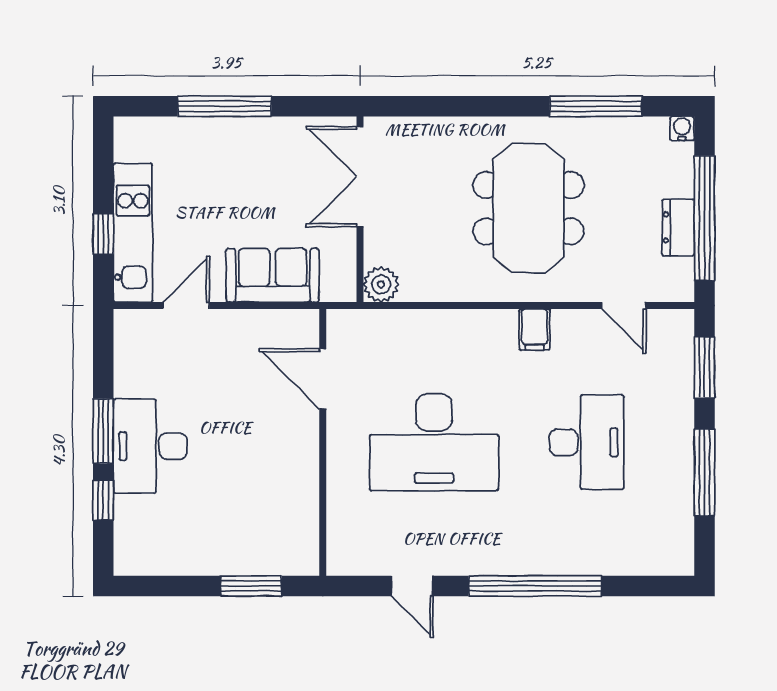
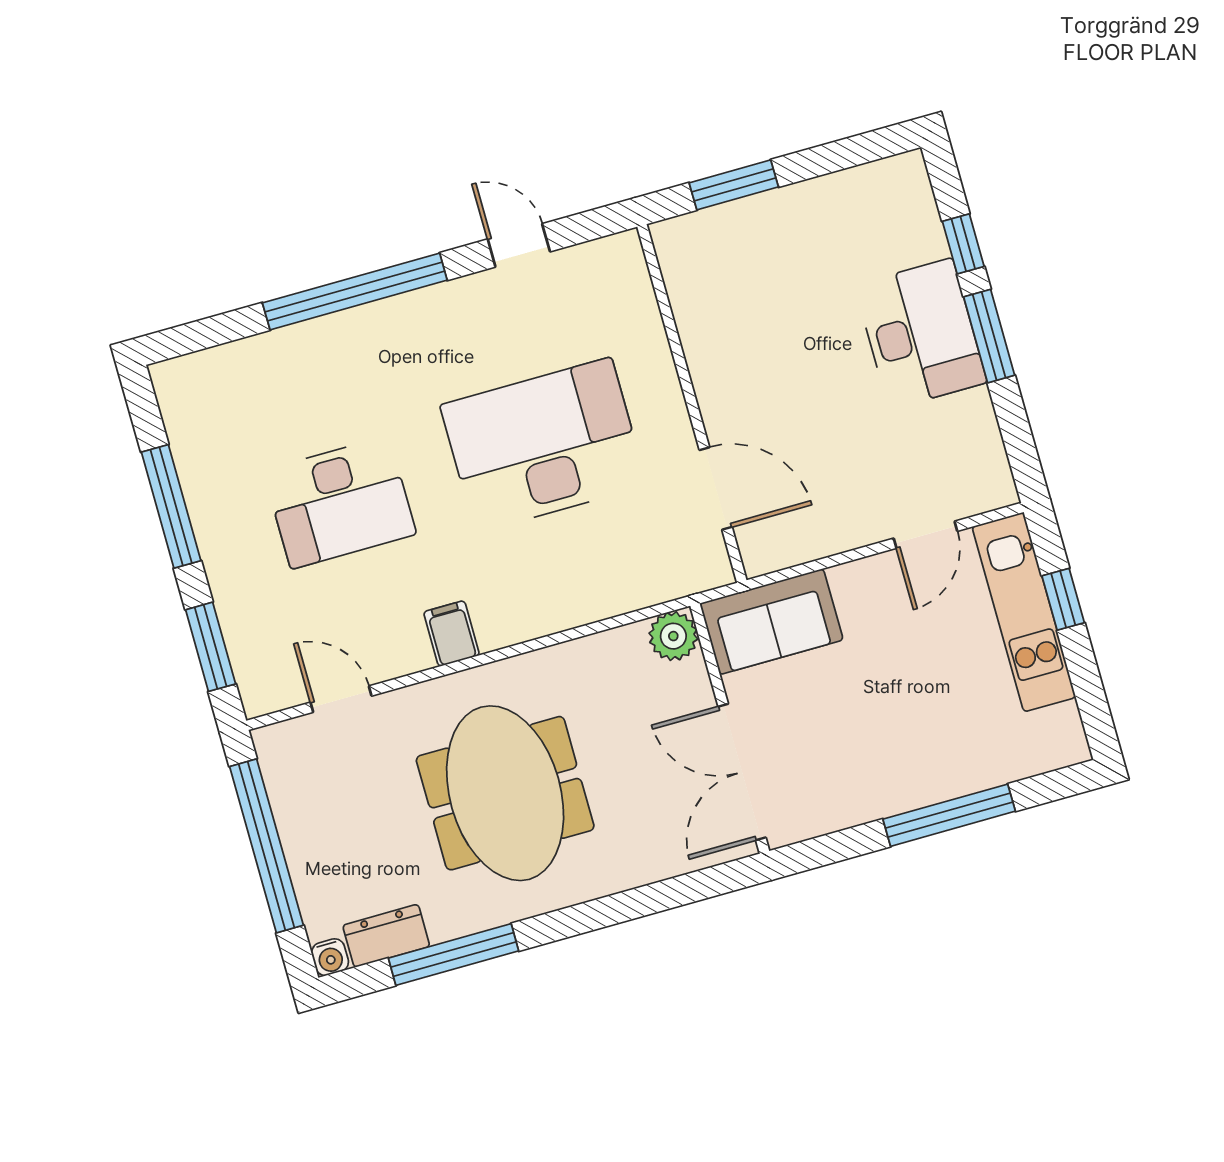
double door: (360, 177) -> (742, 772), swing flipped
dresser: (678, 227) -> (386, 936), moved, turned -90
sofa: (273, 275) -> (771, 622), moved
desk: (586, 442) -> (340, 502), turned -90

